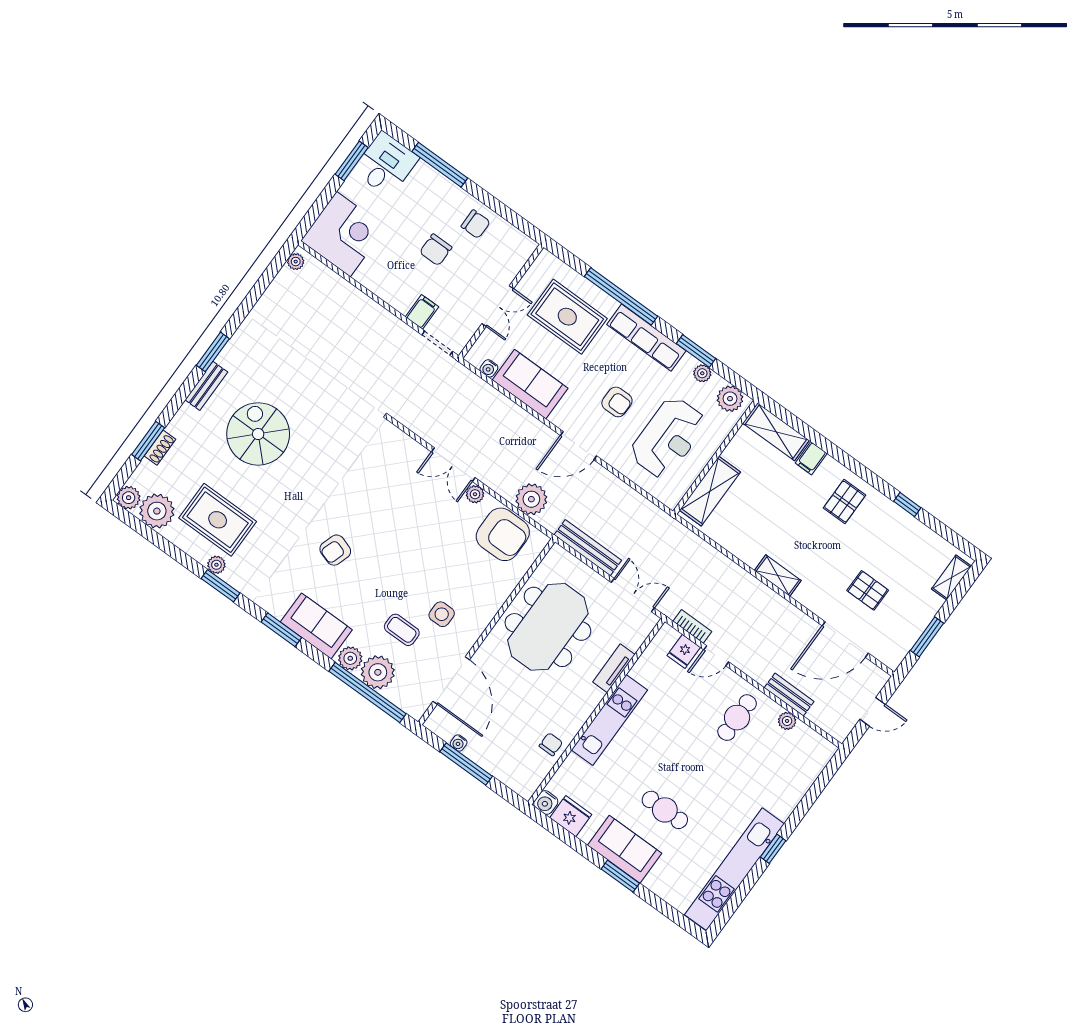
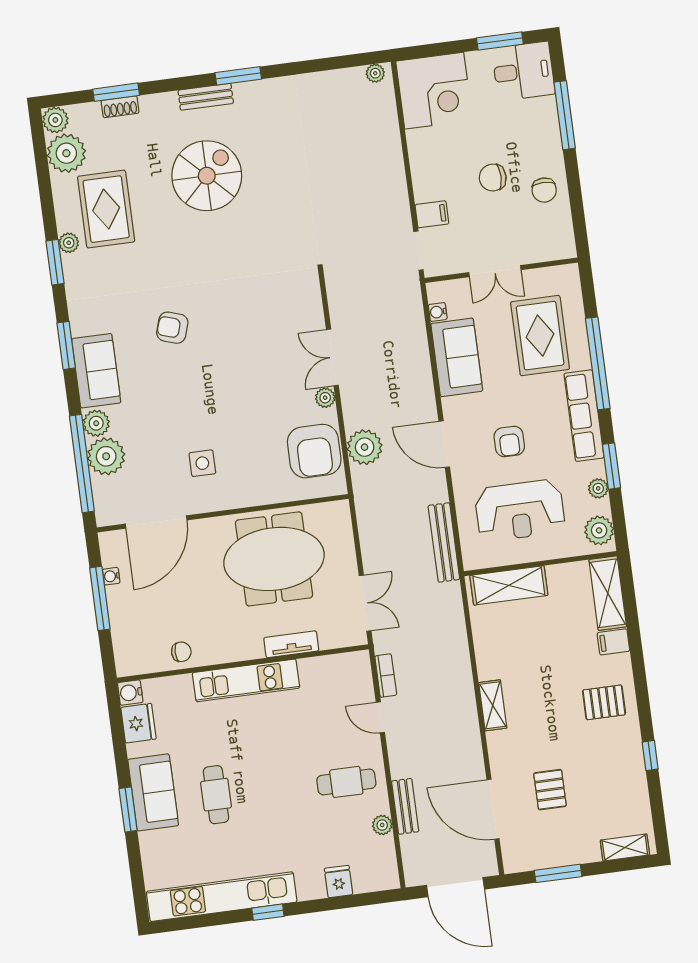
bench: (588, 548) -> (444, 542), moved
coffee table: (402, 630) -> (159, 443), removed
fridge: (684, 651) -> (339, 882), moved, turned 90
door: (873, 712) -> (456, 887), width x1.88

